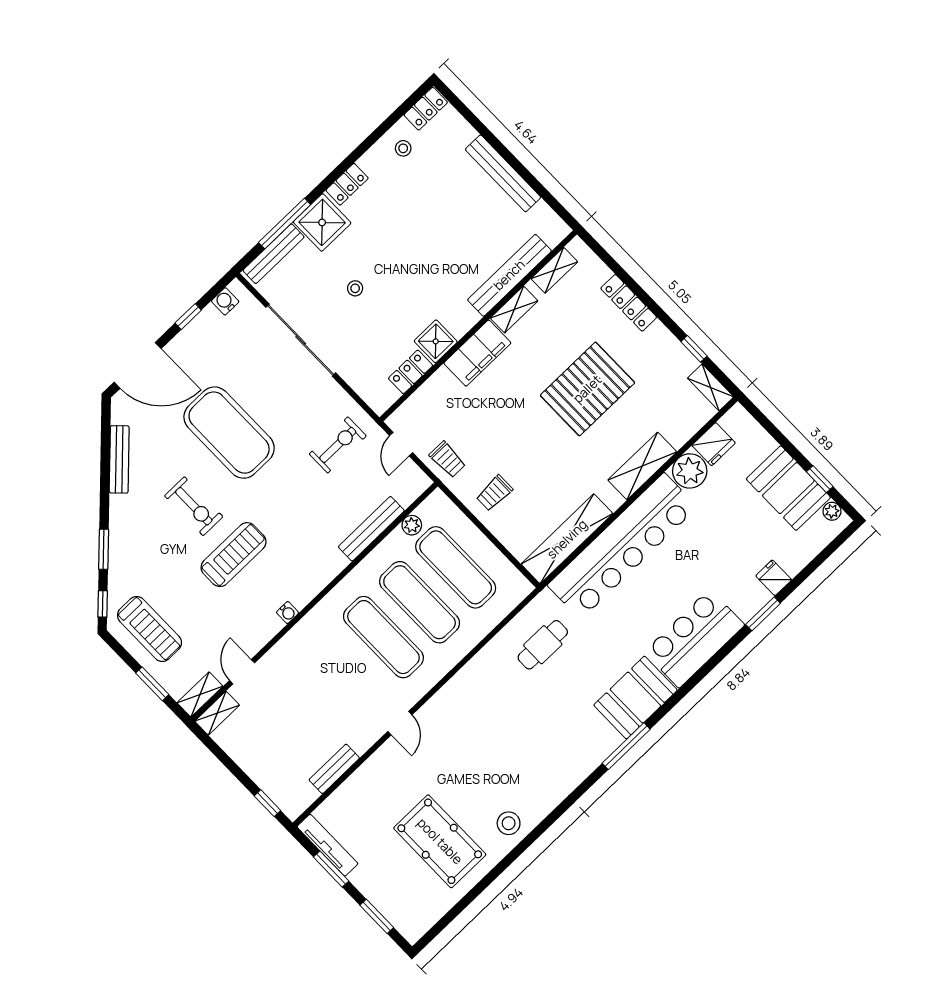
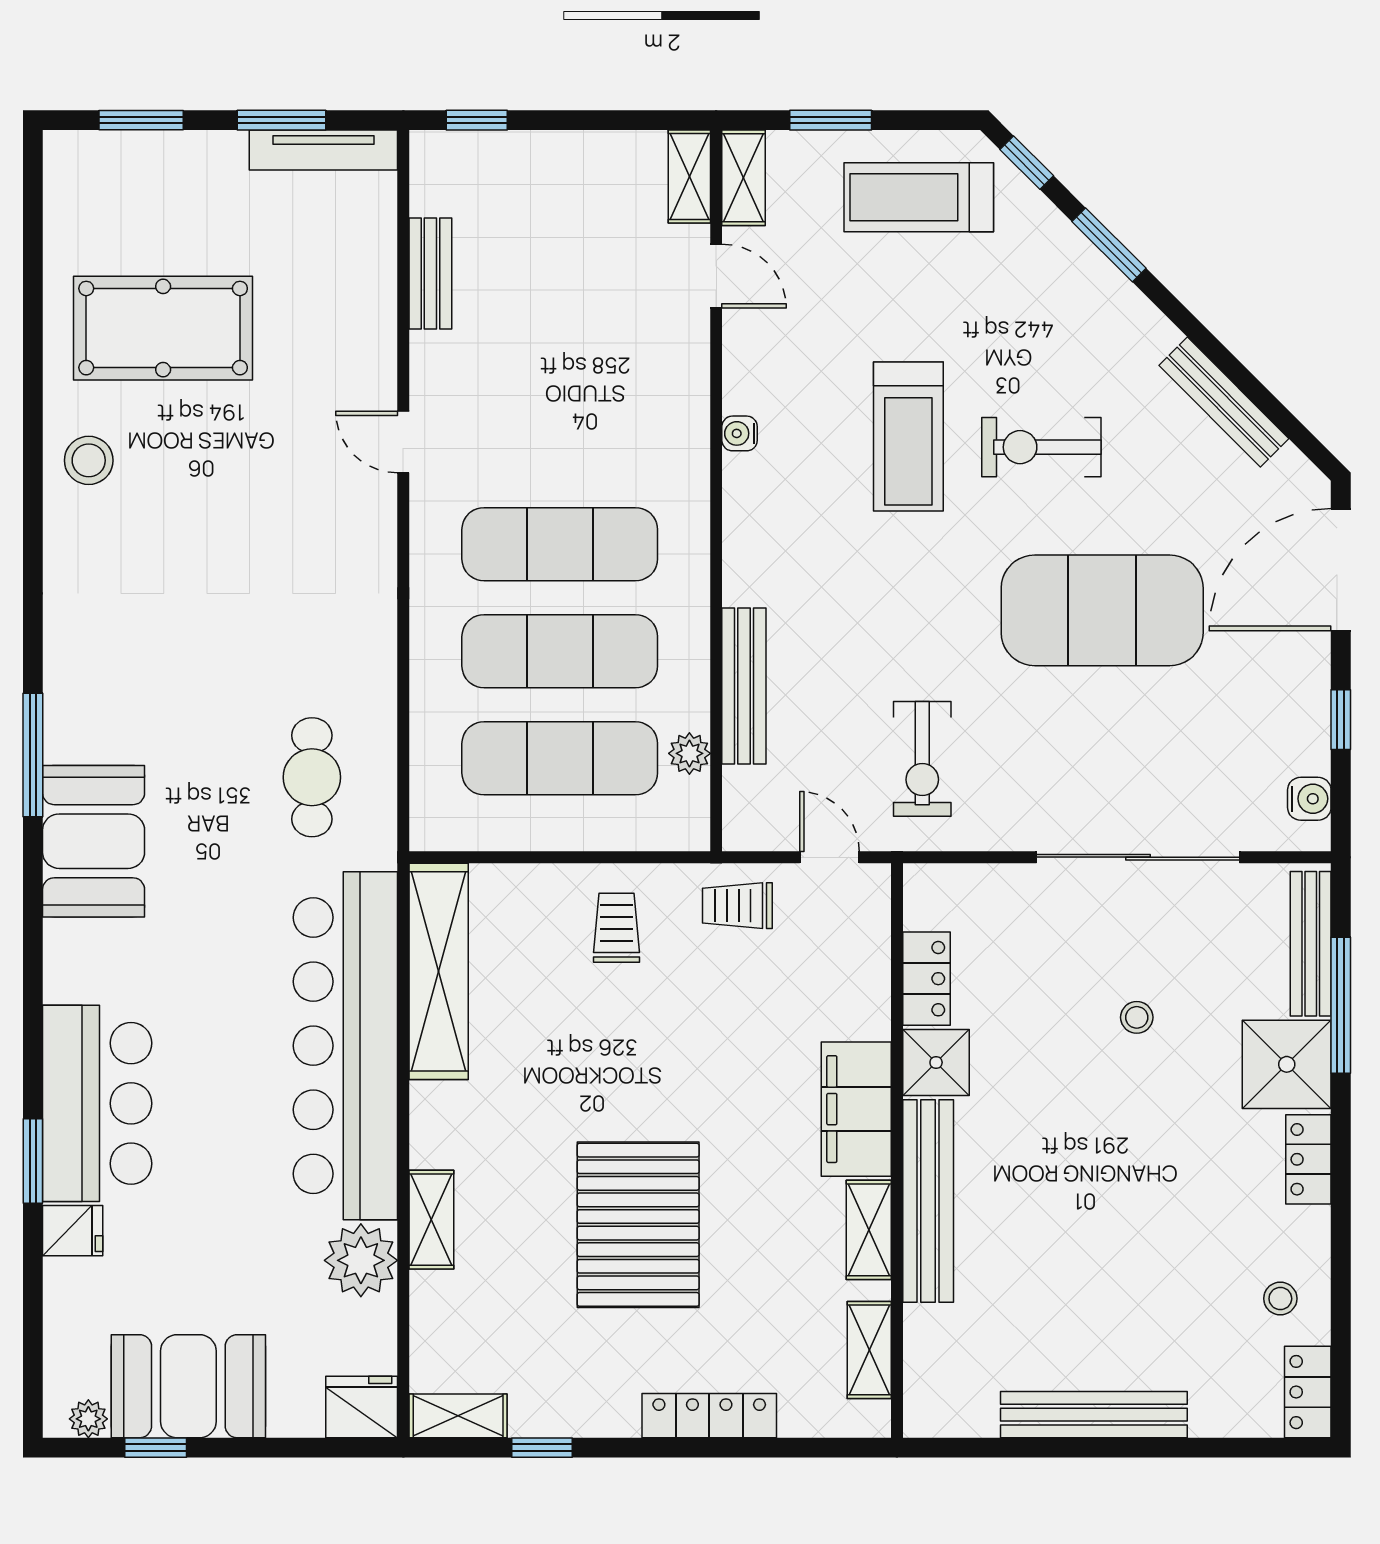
bench: (509, 275) -> (928, 1201), moved
fridge: (714, 444) -> (362, 1407), moved, turned 90
shelving: (642, 466) -> (431, 1220), width x0.67, depth x0.75
bar counter: (694, 638) -> (97, 1103), moved

